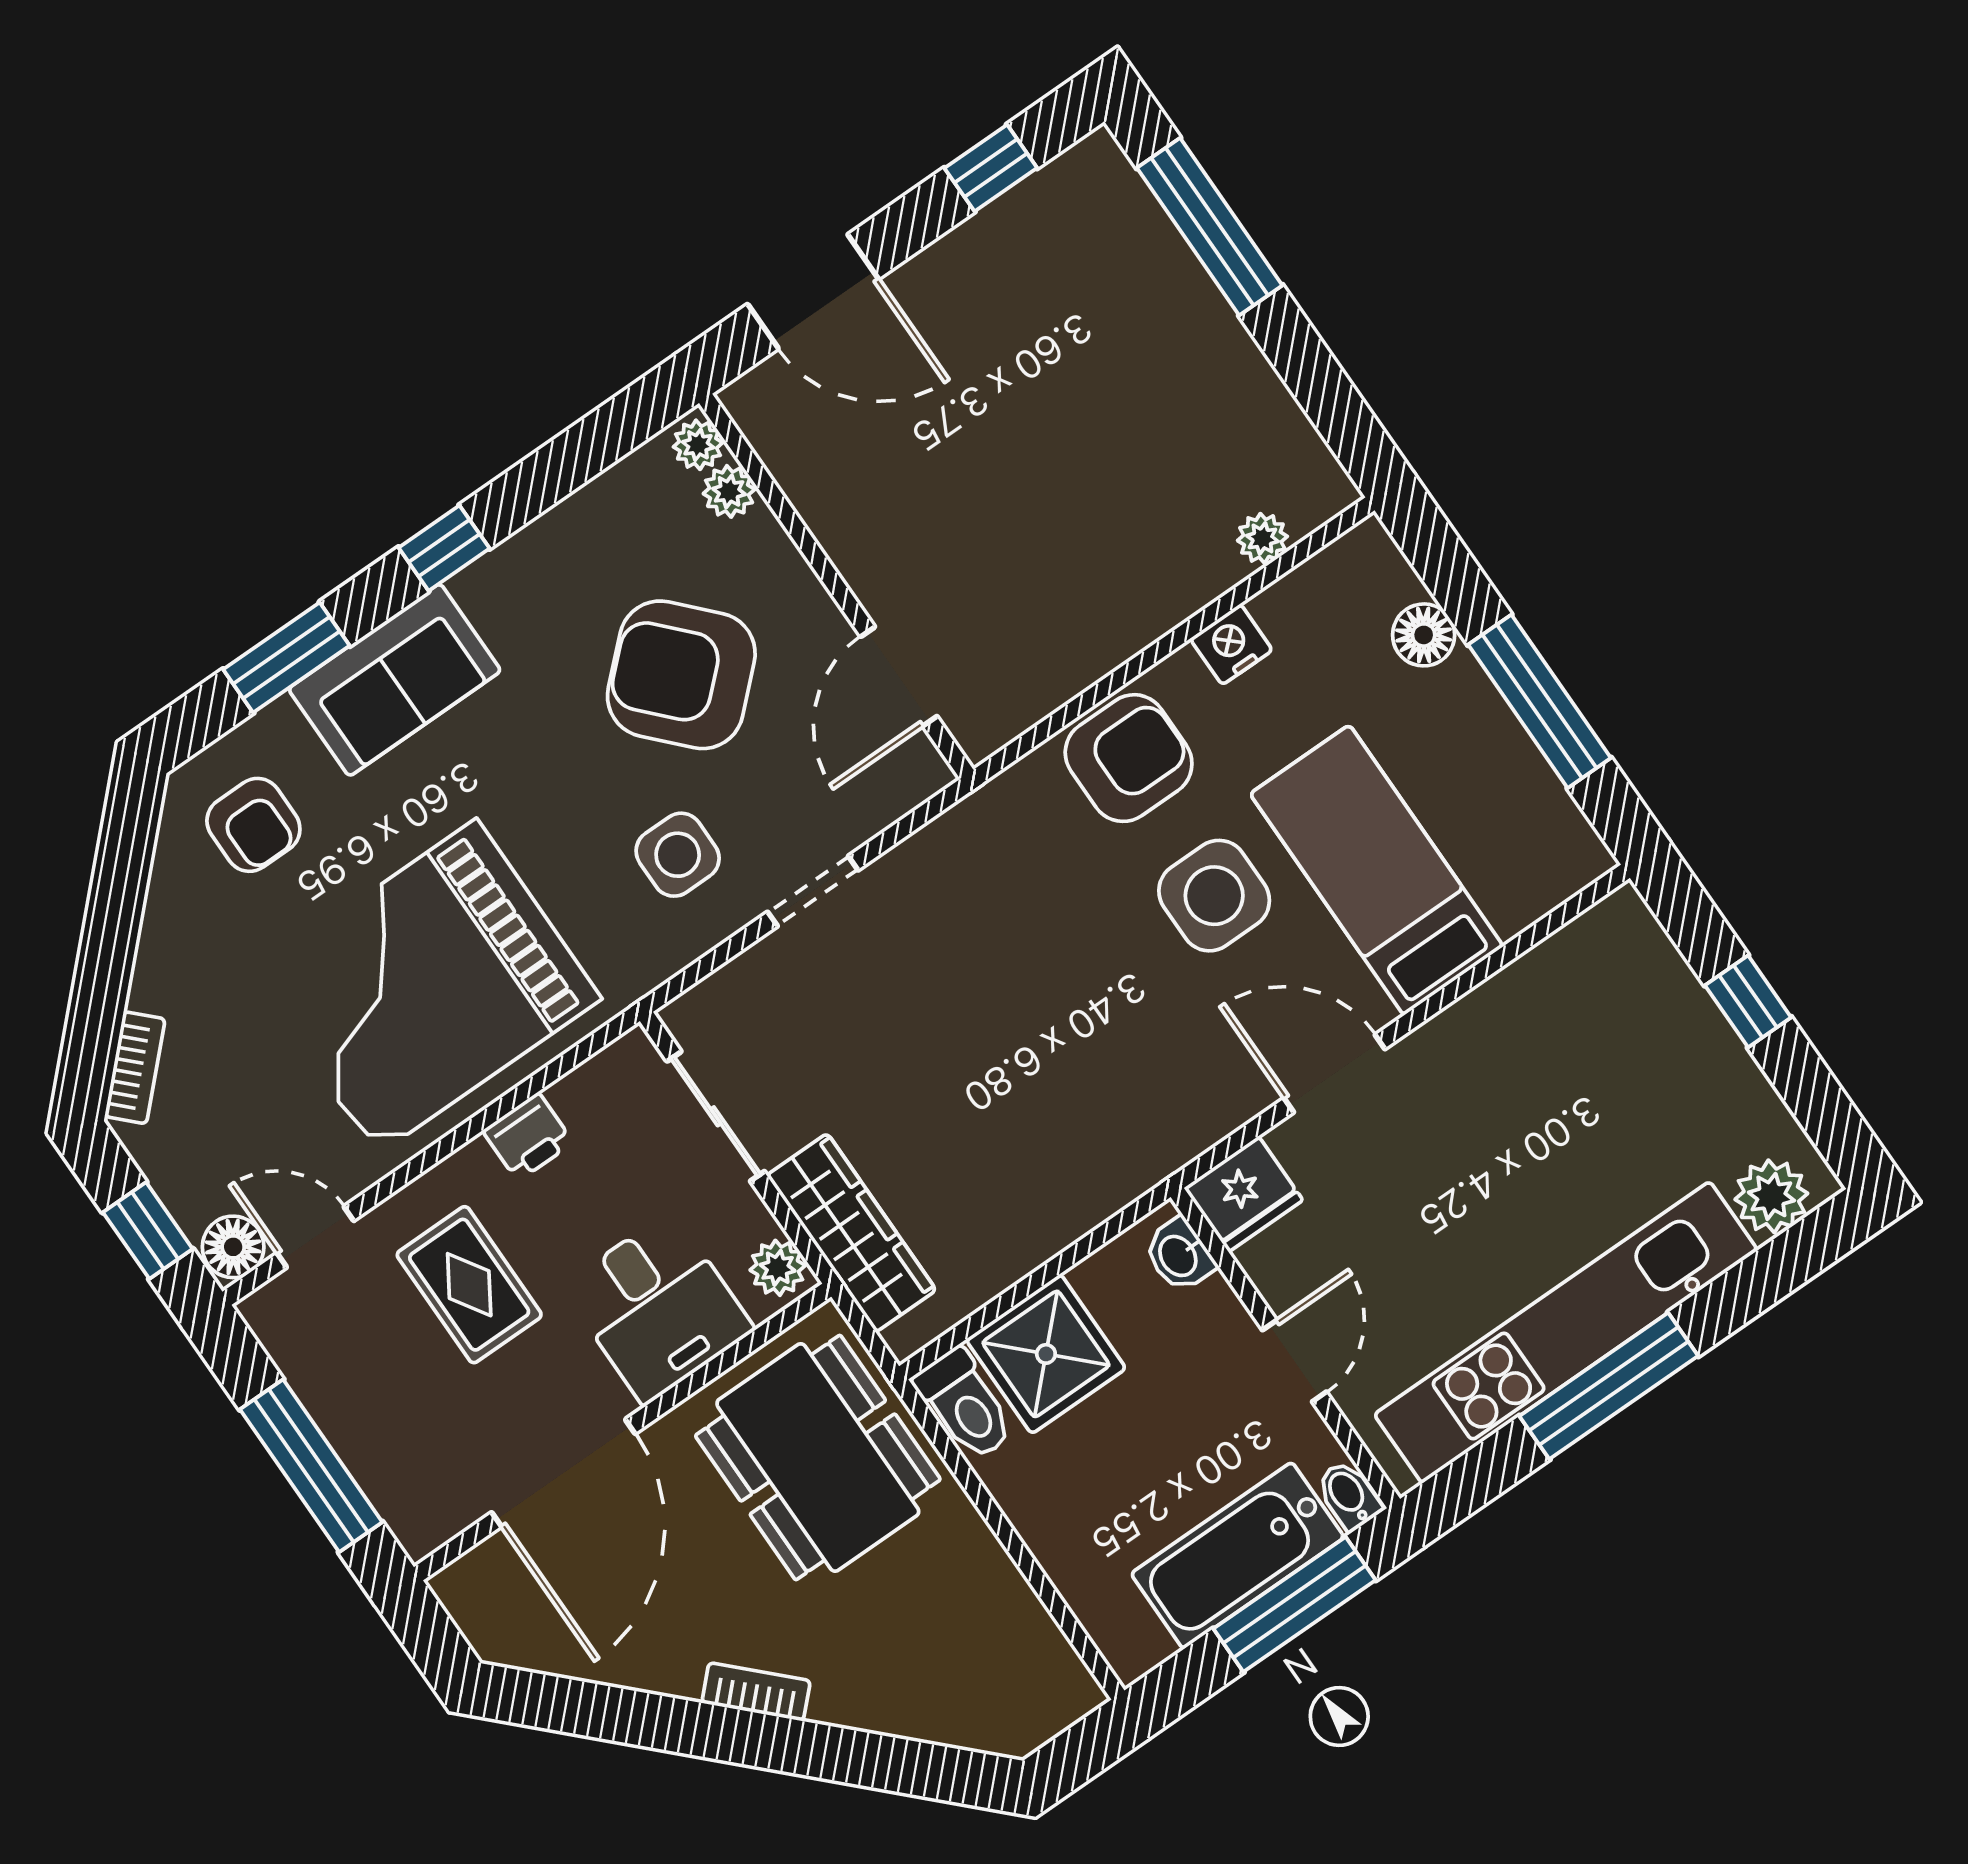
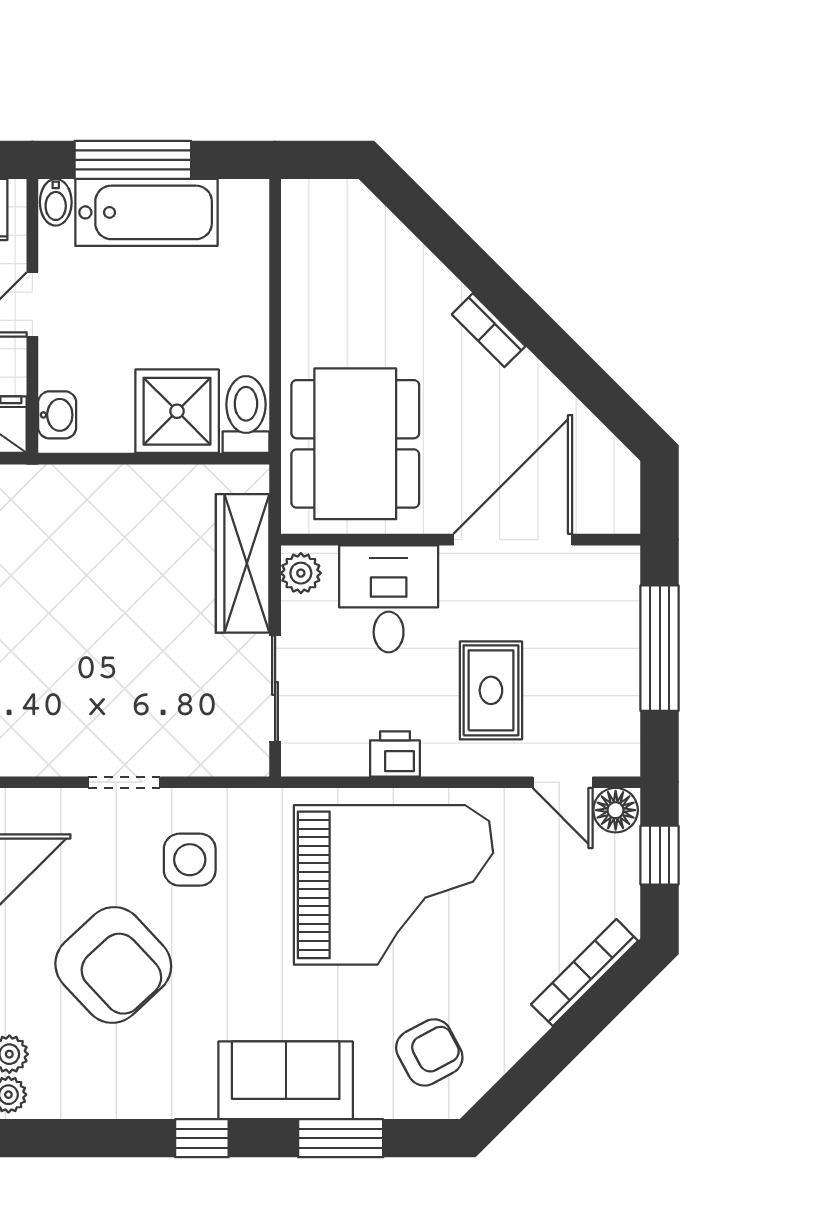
armchair: (253, 825) -> (429, 1052), turned 62
bookcase: (135, 1068) -> (585, 973), width x1.56

